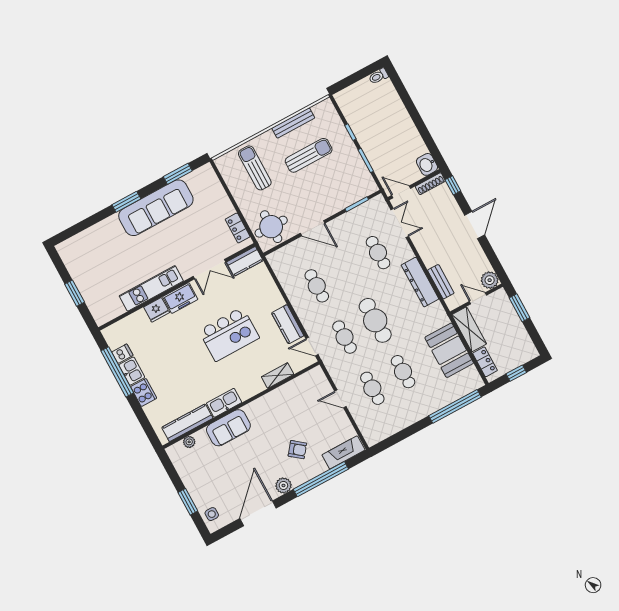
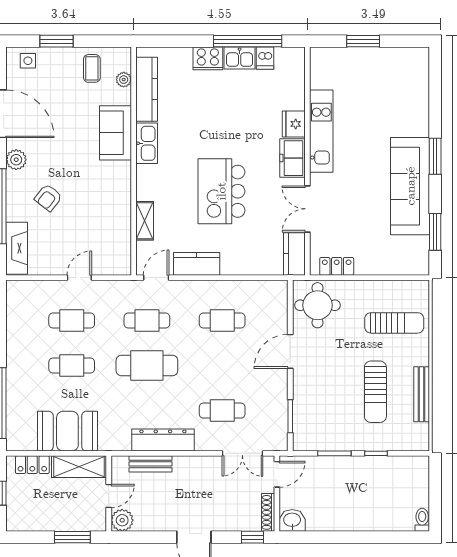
coffee table: (193, 468) -> (92, 68), added

